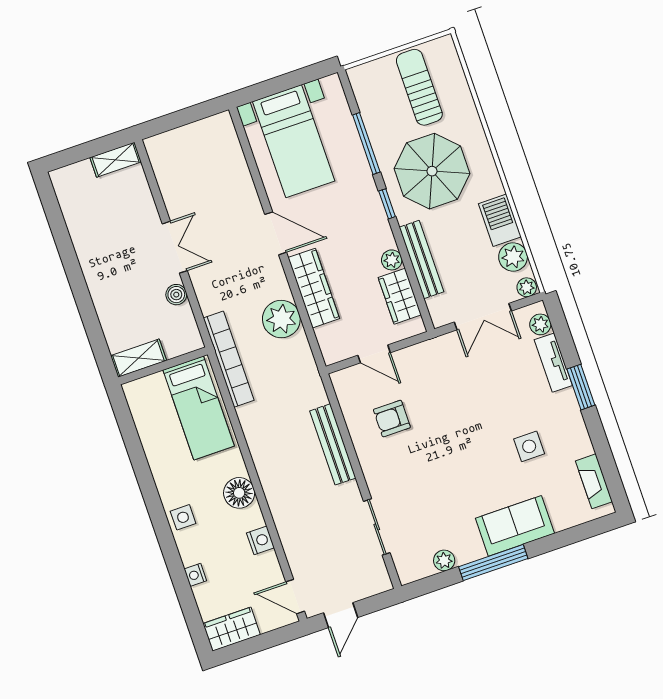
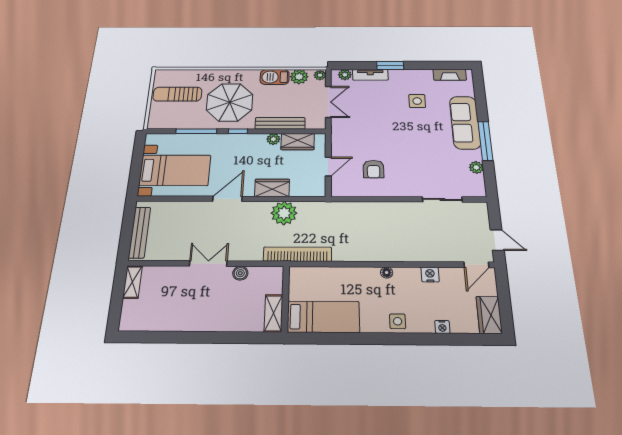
wardrobe: (314, 288) -> (272, 188), width x0.67
bed: (199, 408) -> (323, 317), moved
bench: (333, 444) -> (140, 232), moved, turned 90
floor lamp: (239, 493) -> (387, 273), width x0.53, depth x0.53
sofa: (515, 526) -> (465, 122), width x1.36

